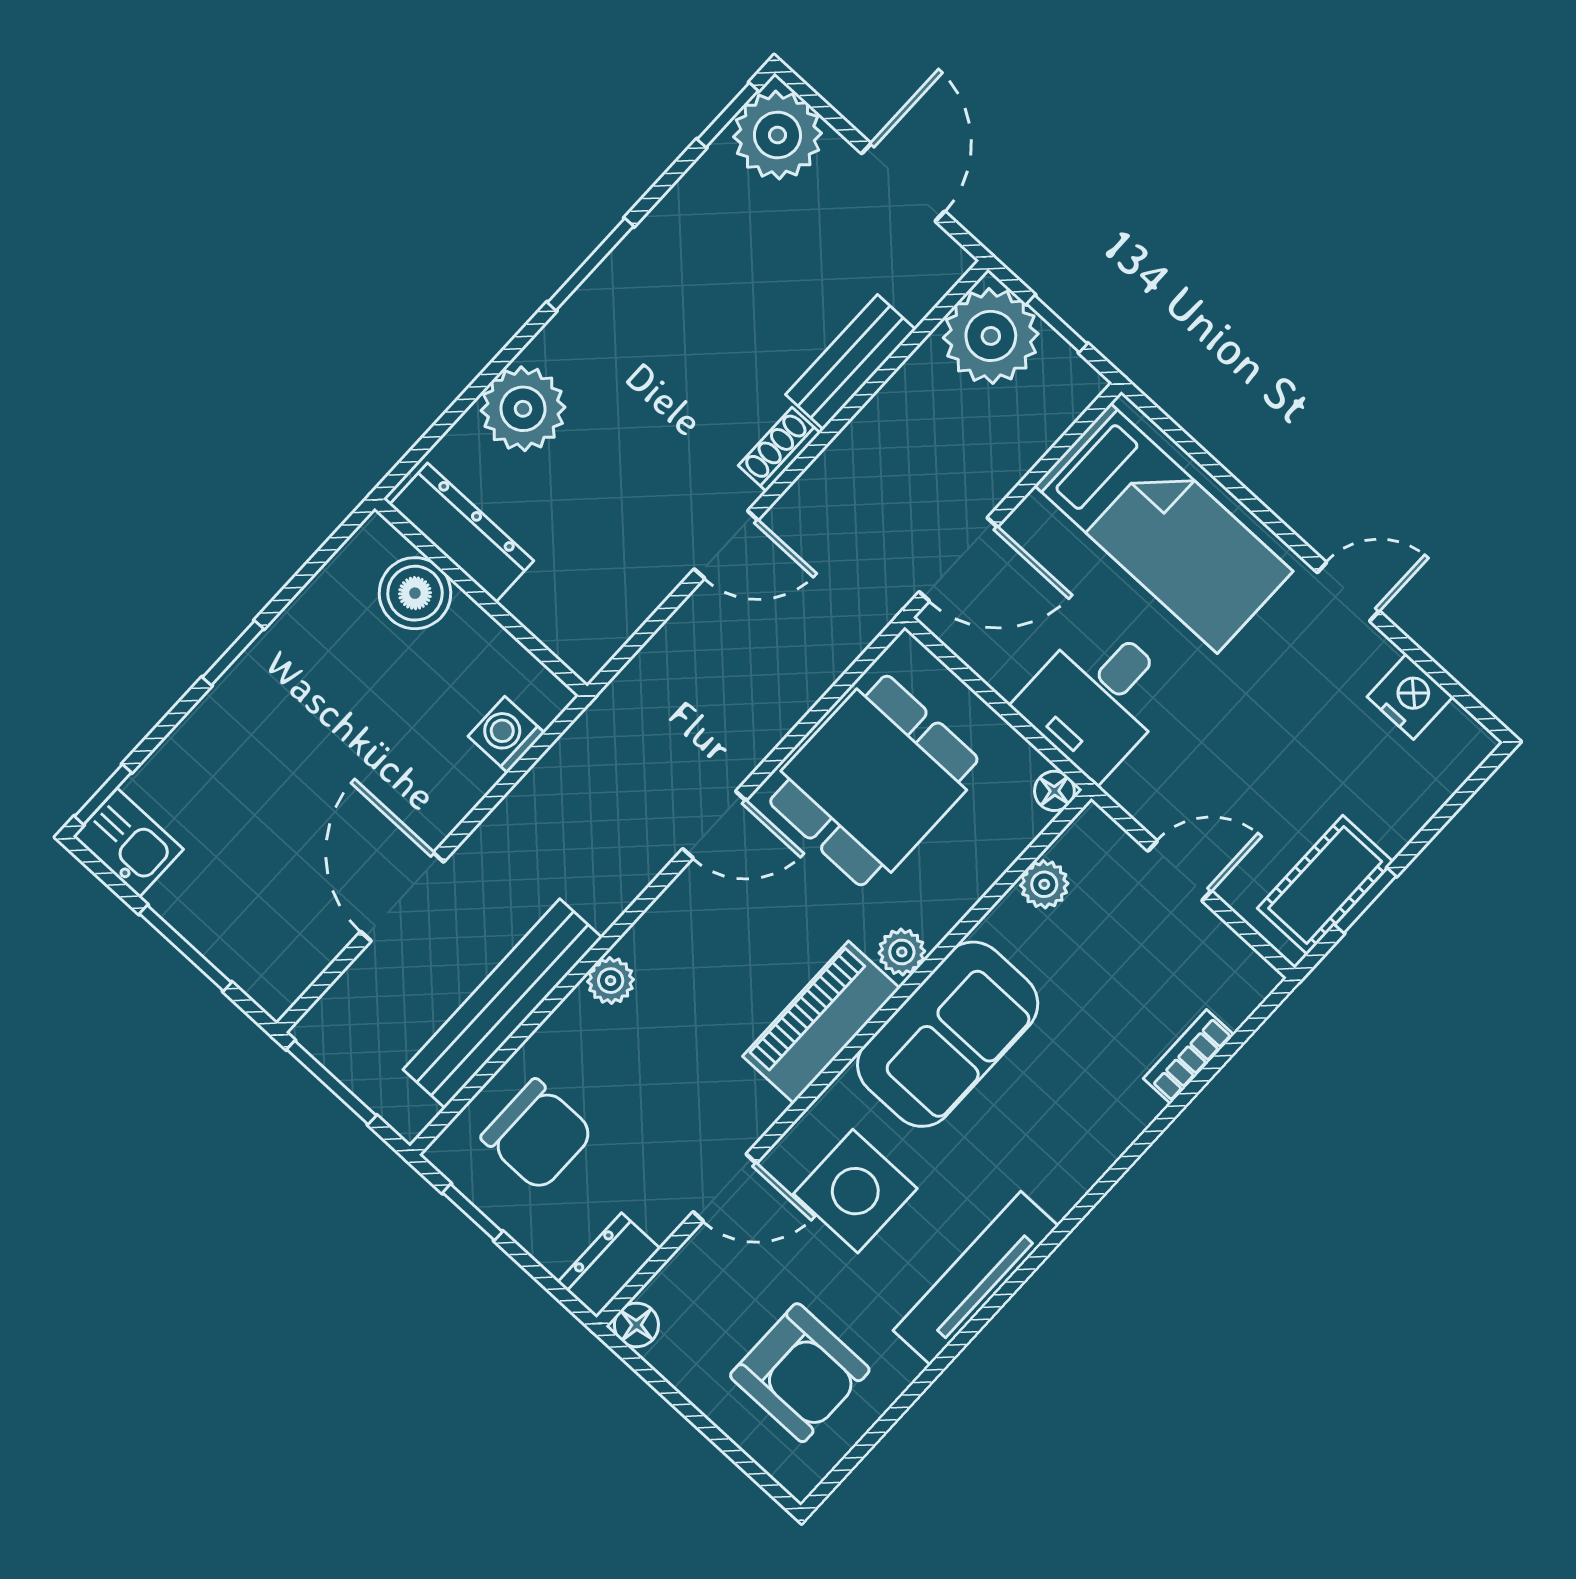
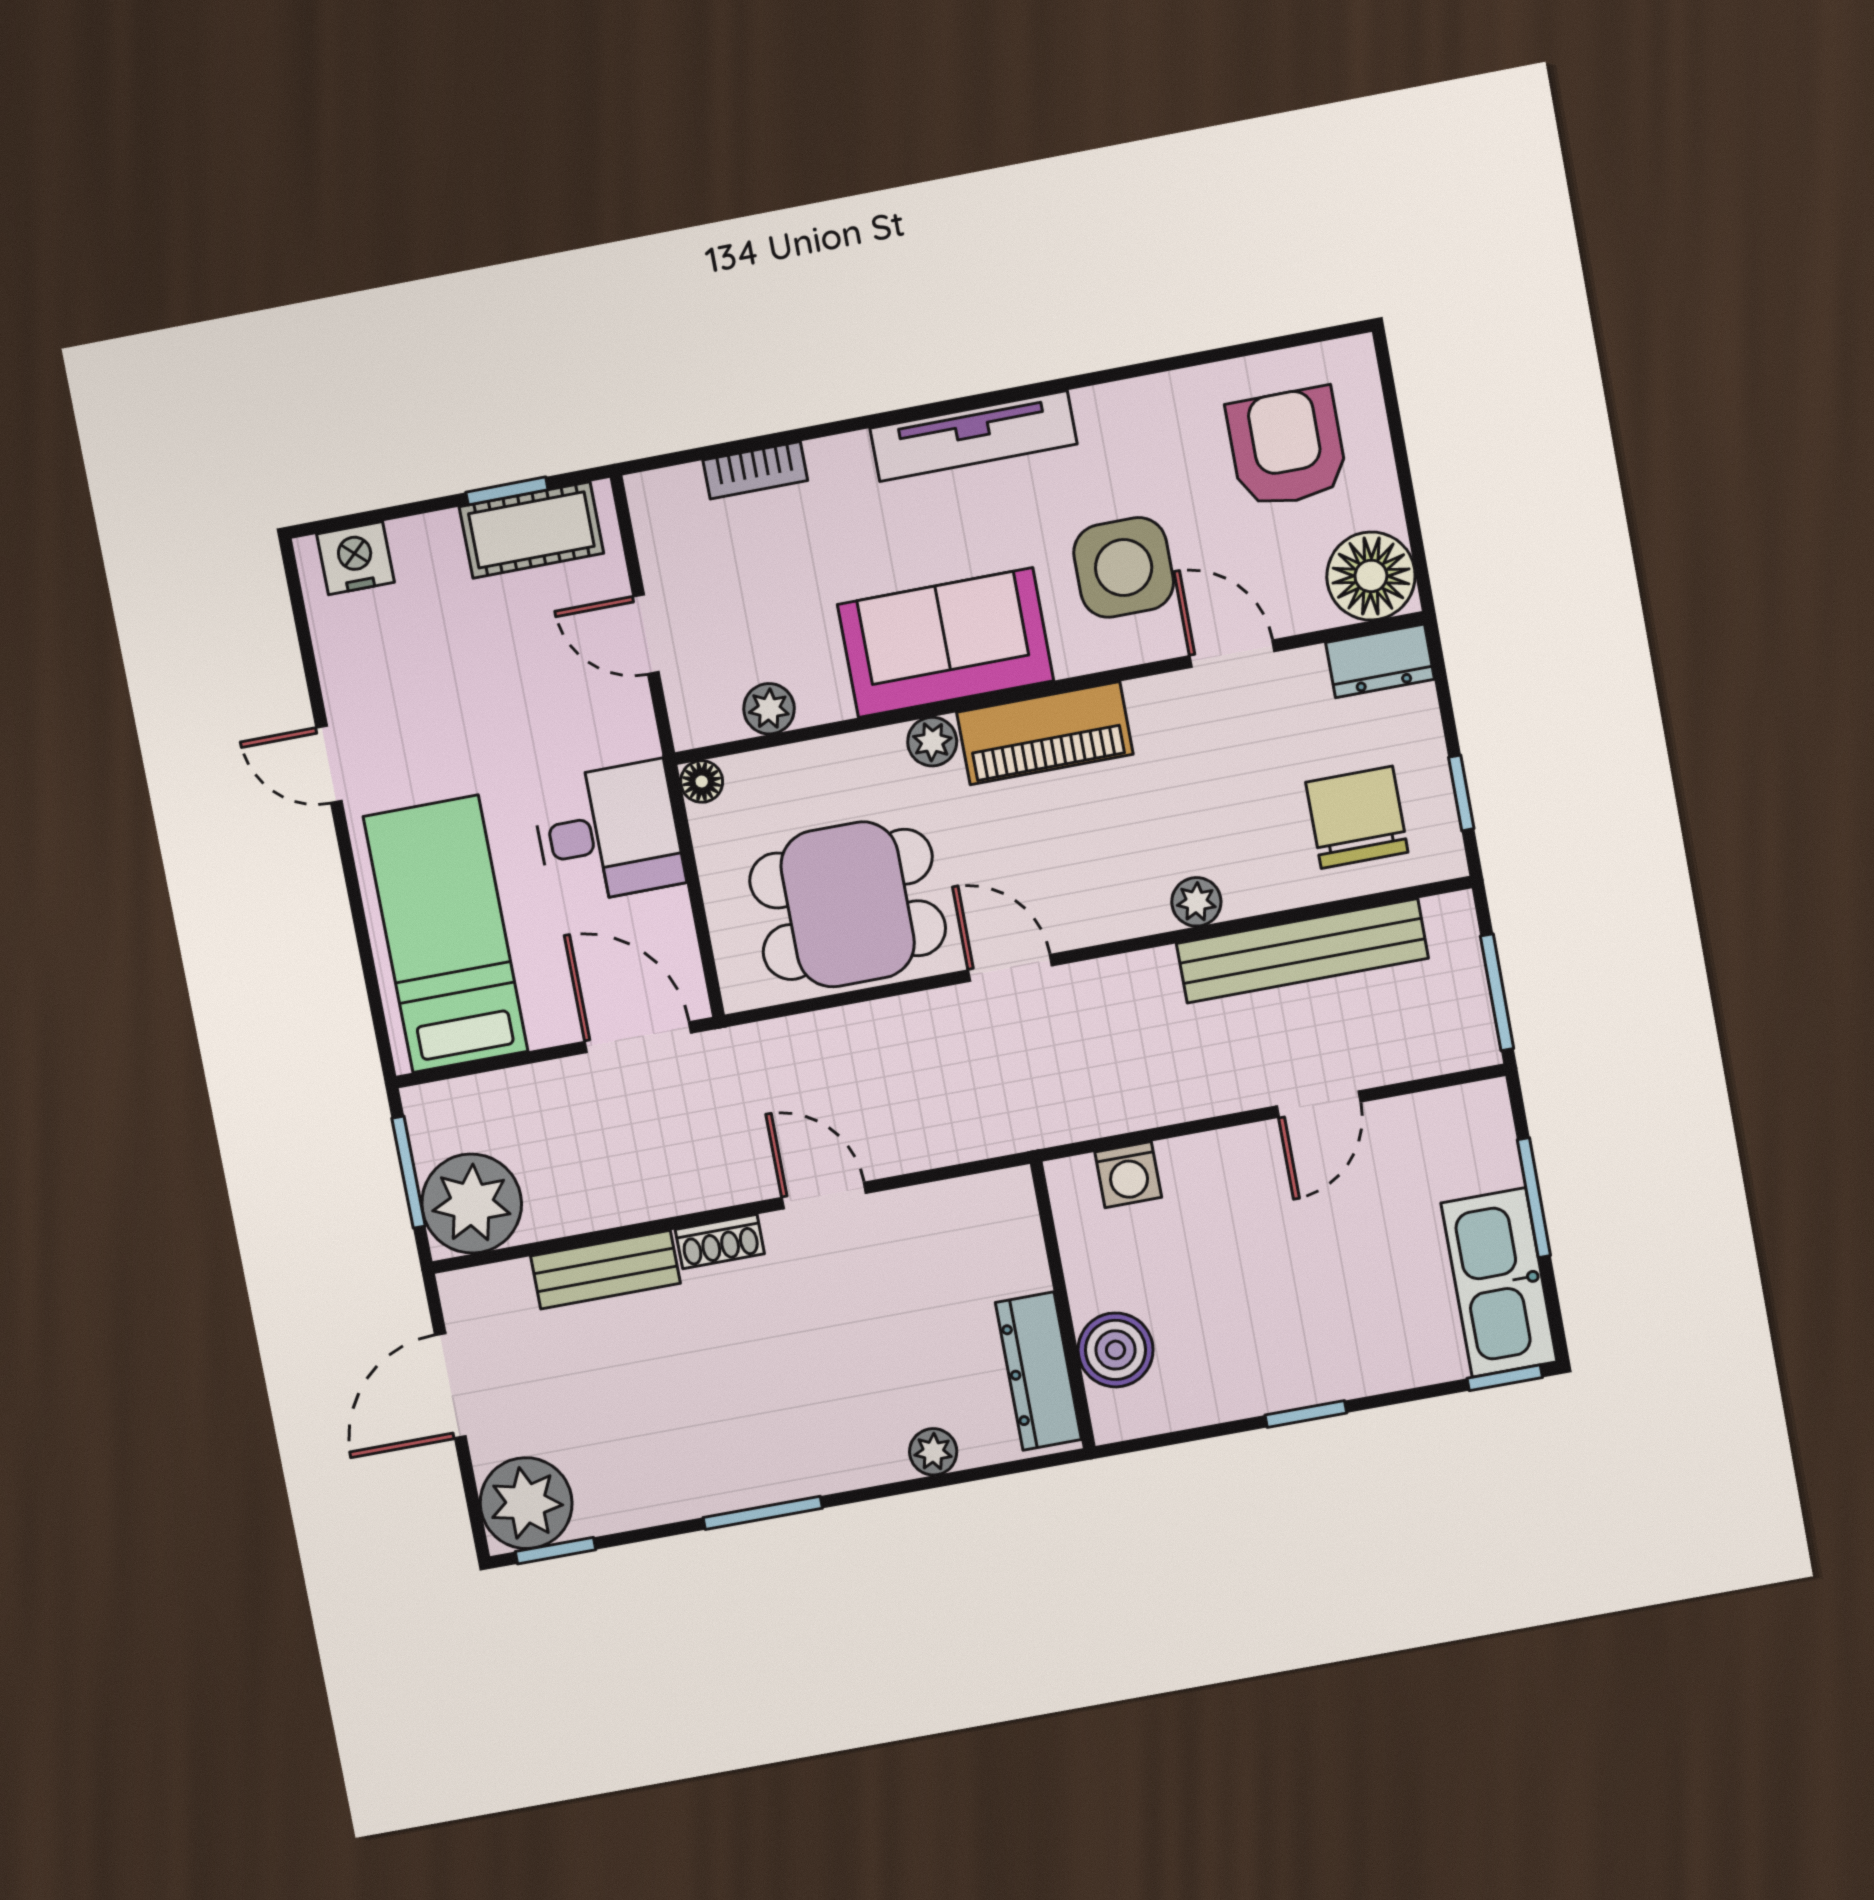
window: (1057, 324) -> (409, 1172), width x1.50
plant: (523, 409) -> (933, 1452), width x0.53, depth x0.53
nightstand: (1410, 697) -> (355, 558), moved, turned 90
kitchen sink: (128, 843) -> (1499, 1283), width x1.88, depth x1.24
door: (402, 897) -> (1319, 1104), width x0.73
tv unit: (976, 1278) -> (973, 436), moved
floor lamp: (636, 1325) -> (1371, 576), width x1.89, depth x1.89

